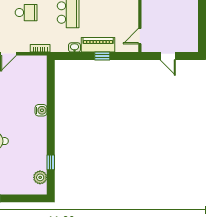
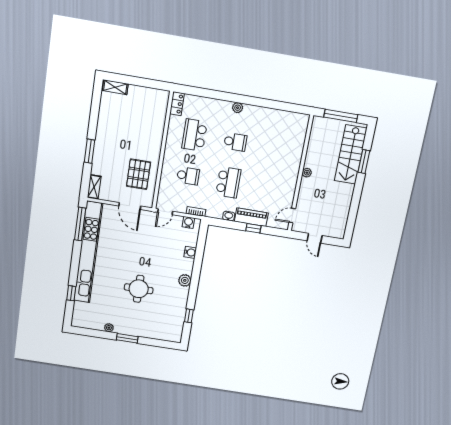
water cooler: (34, 61) -> (188, 222), added
water cooler: (41, 110) -> (190, 252), moved
plant: (40, 177) -> (185, 280), moved

